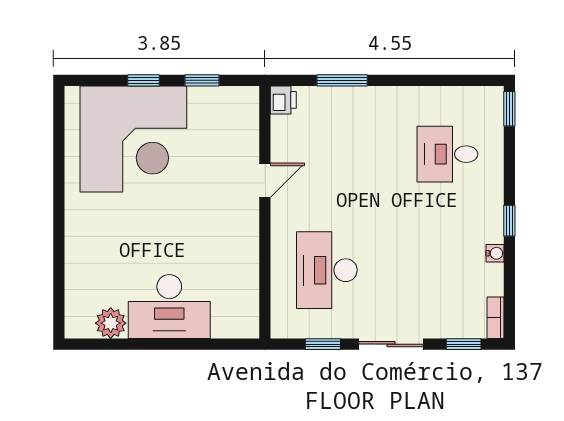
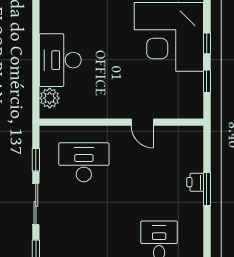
window: (342, 80) -> (207, 189), moved
printer: (283, 100) -> (195, 182), moved, turned 90
plant: (111, 323) -> (50, 98), moved

